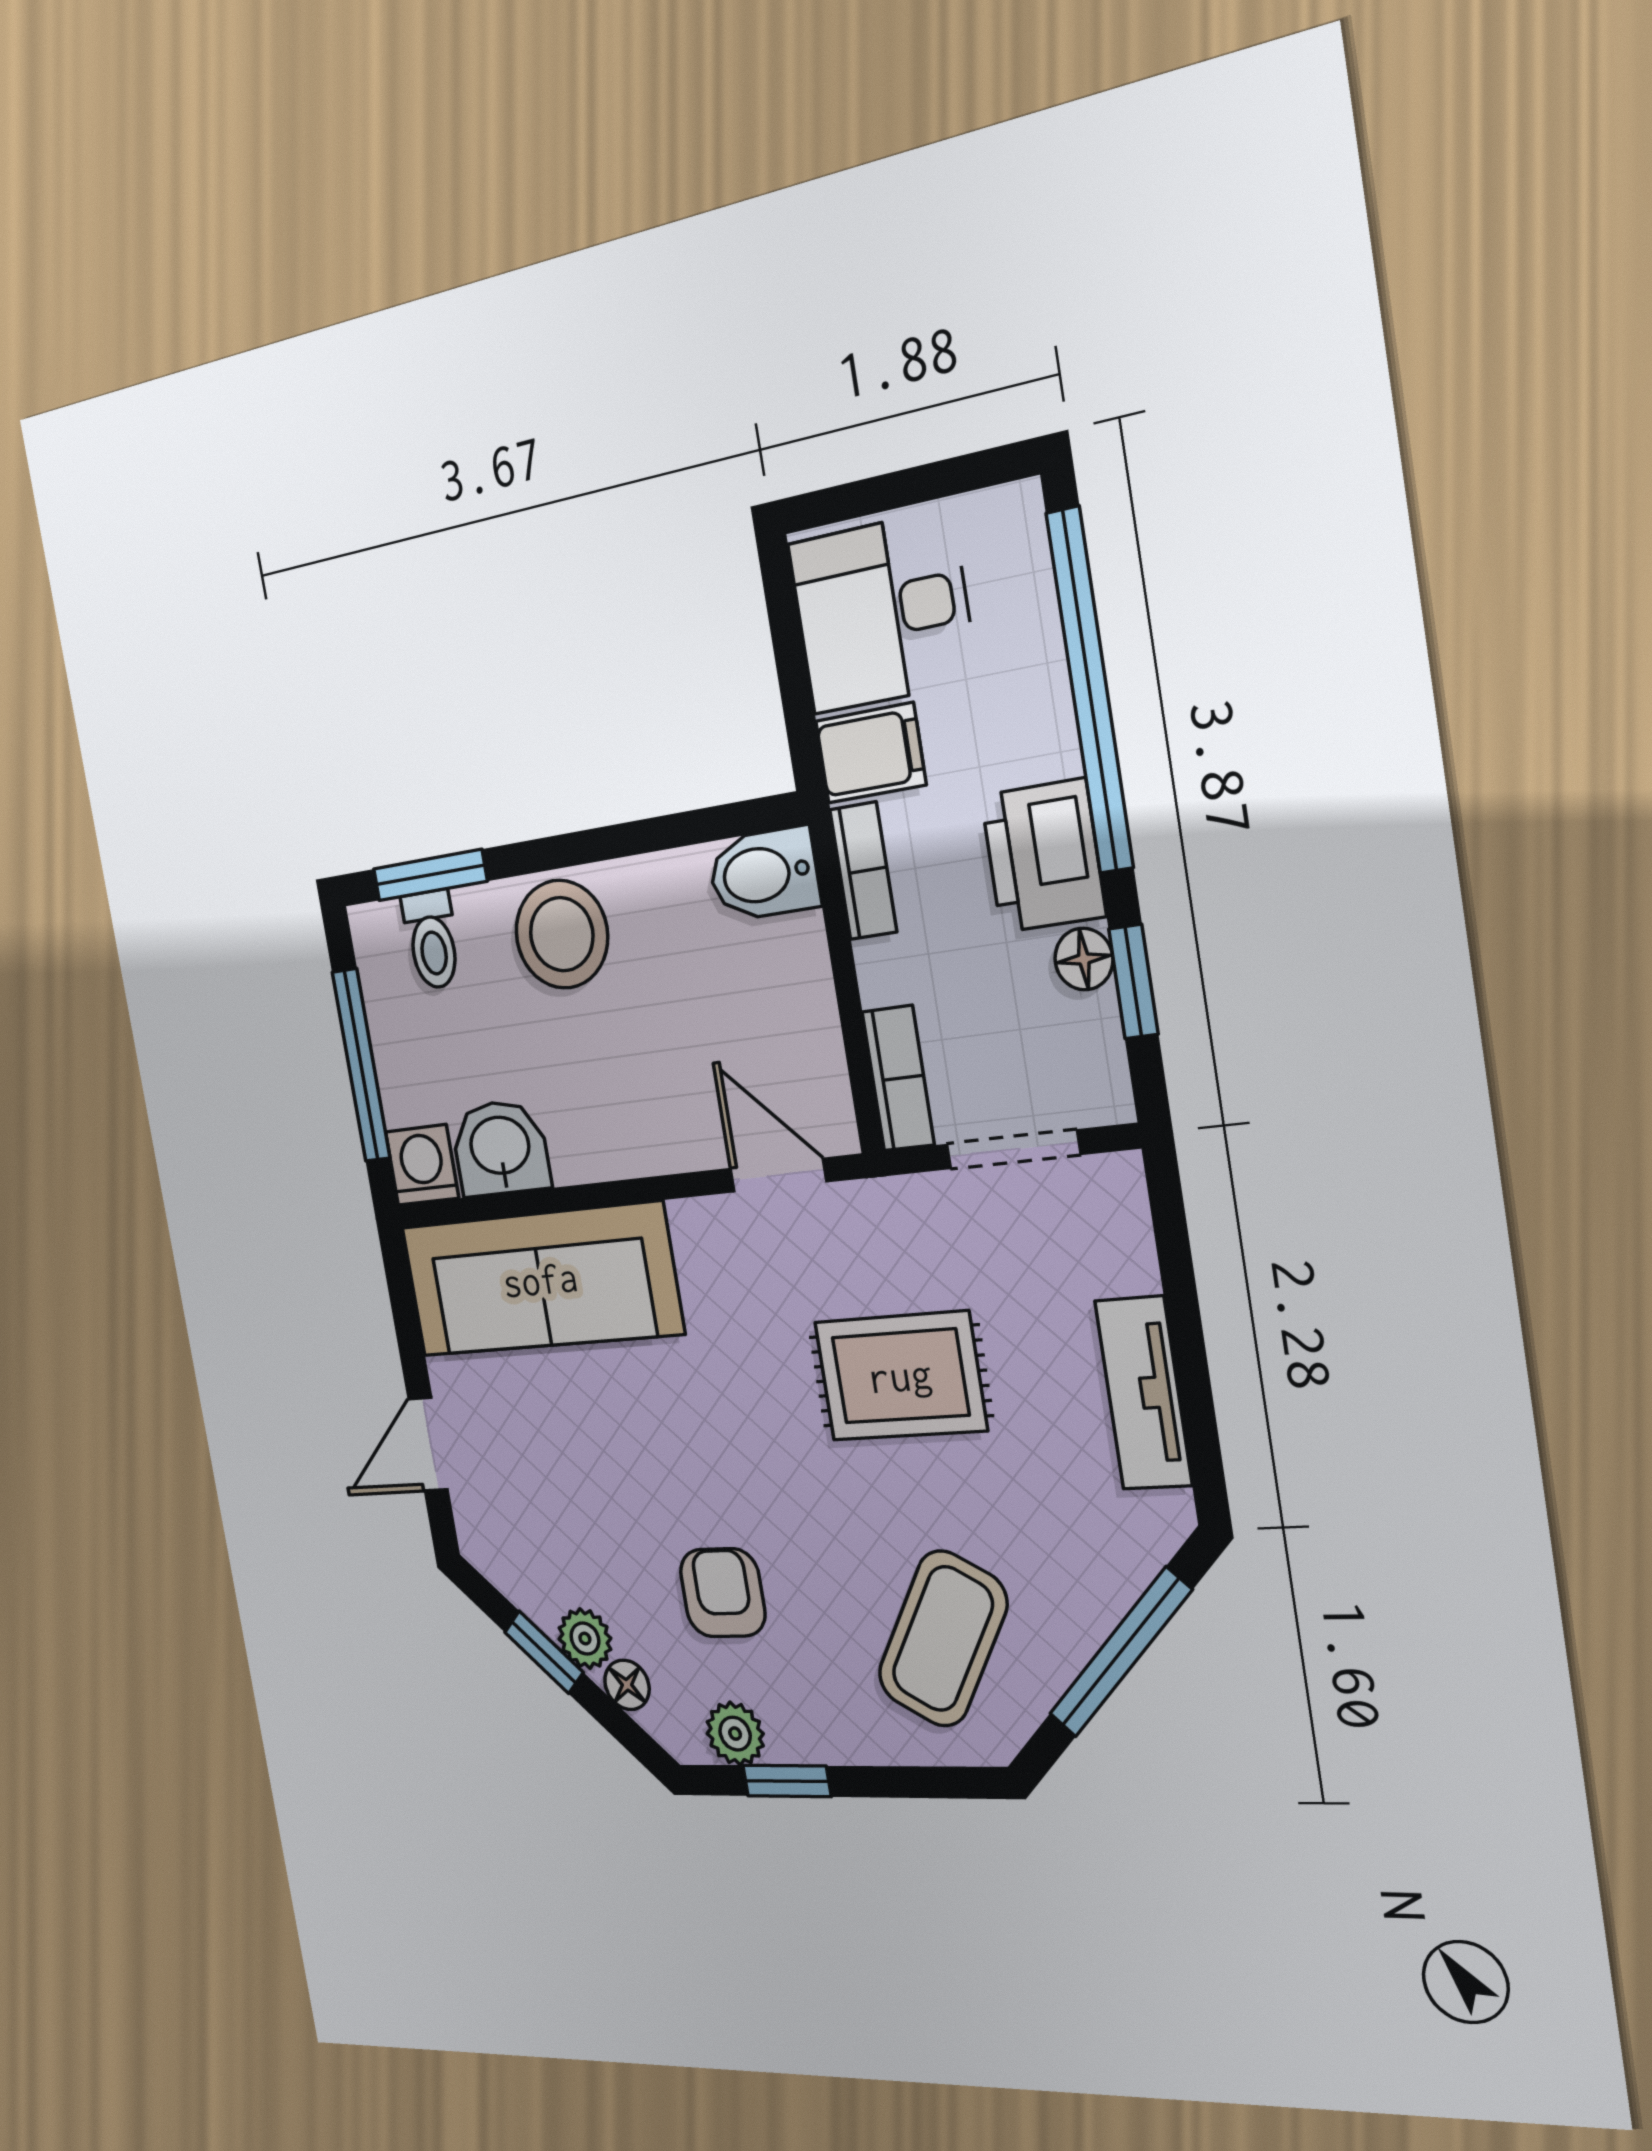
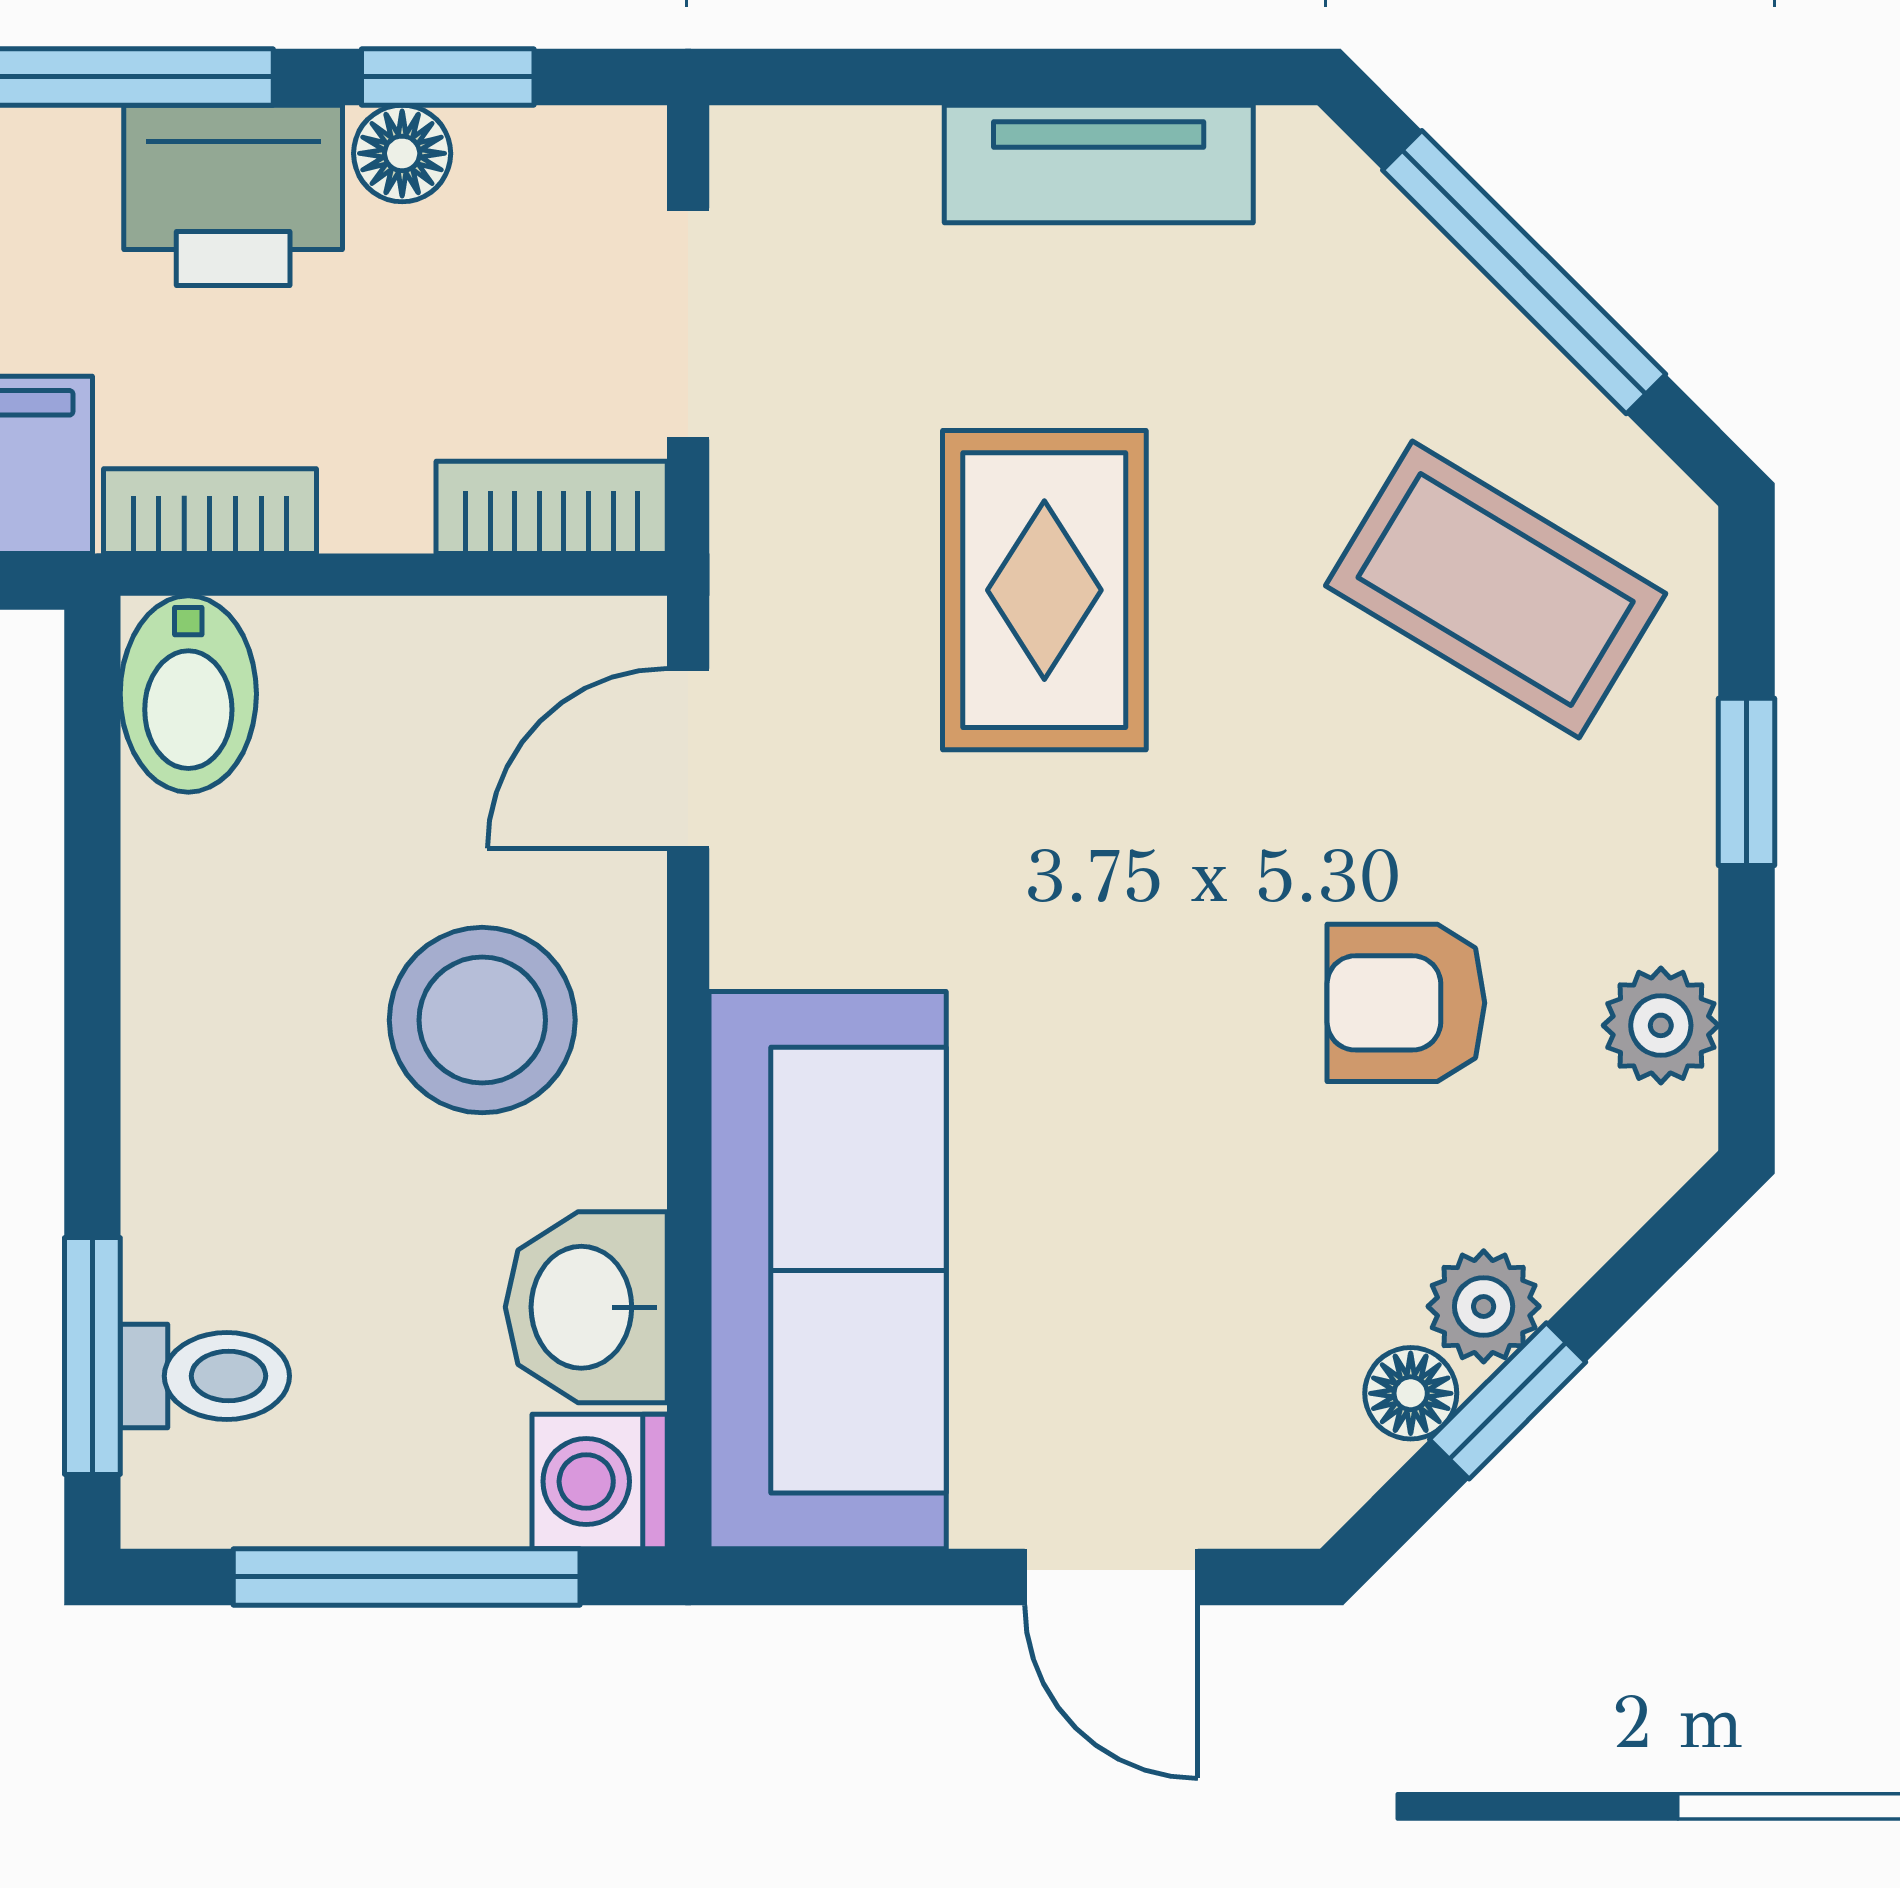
stool: (562, 934) -> (482, 1020), moved
floor lamp: (627, 1685) -> (1411, 1393), moved
window: (787, 1781) -> (1747, 782), moved

